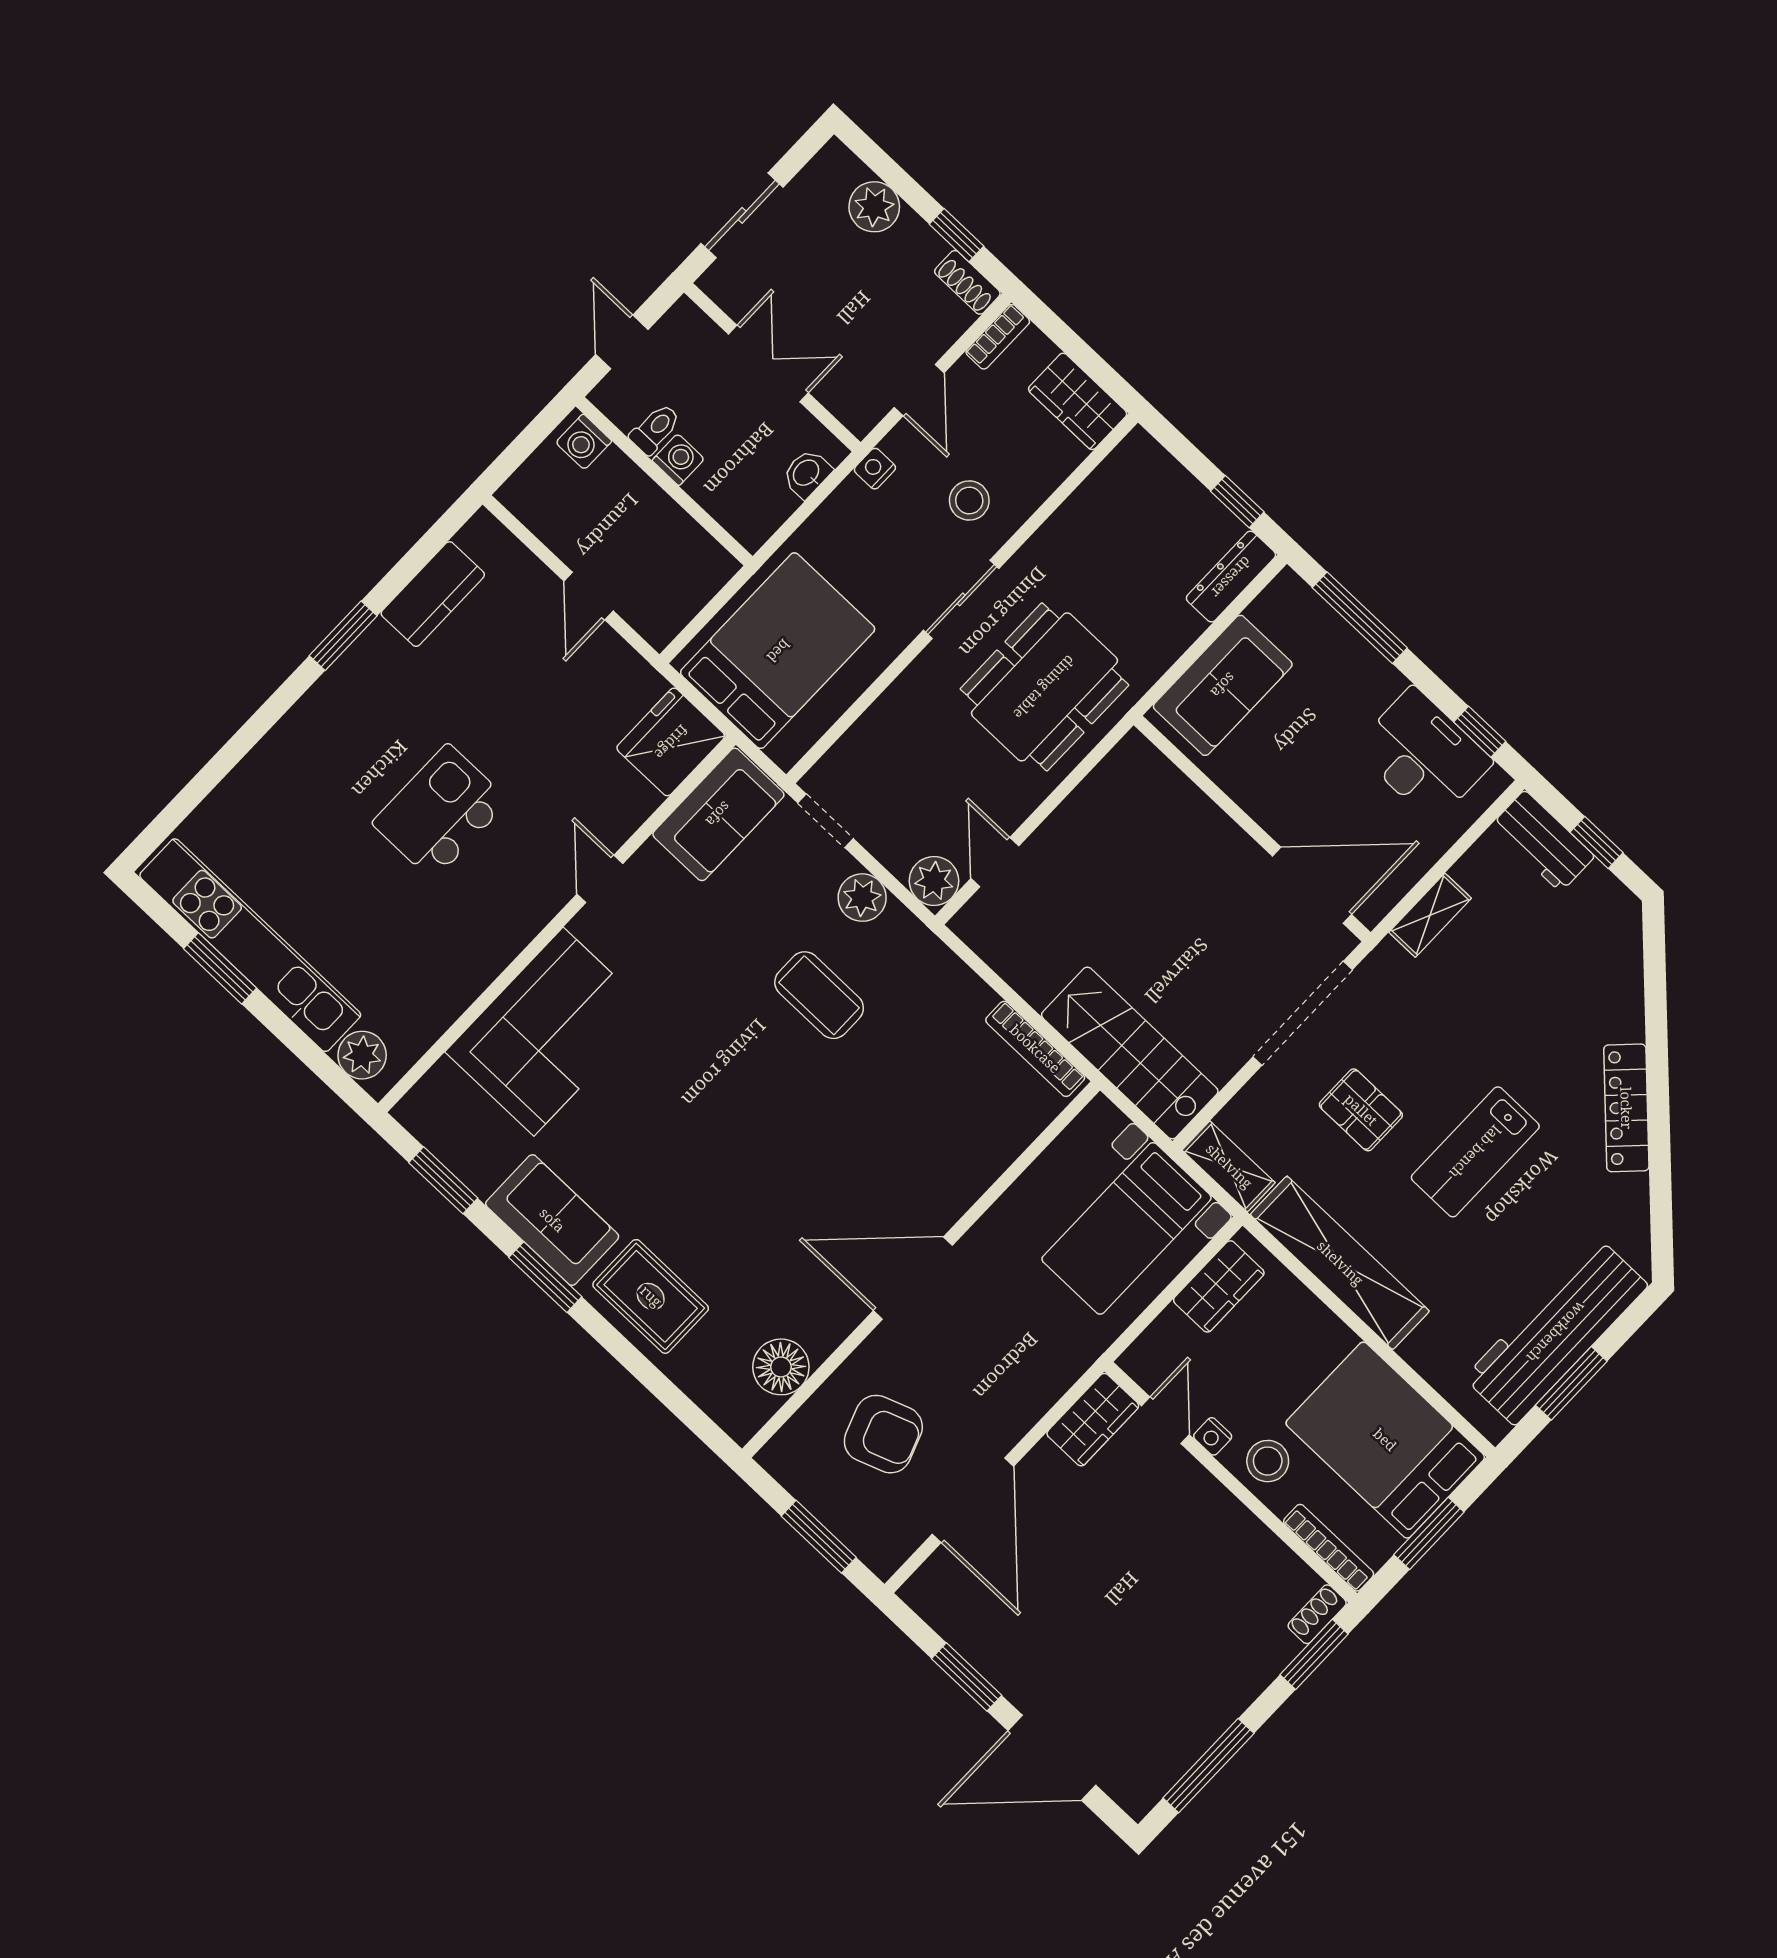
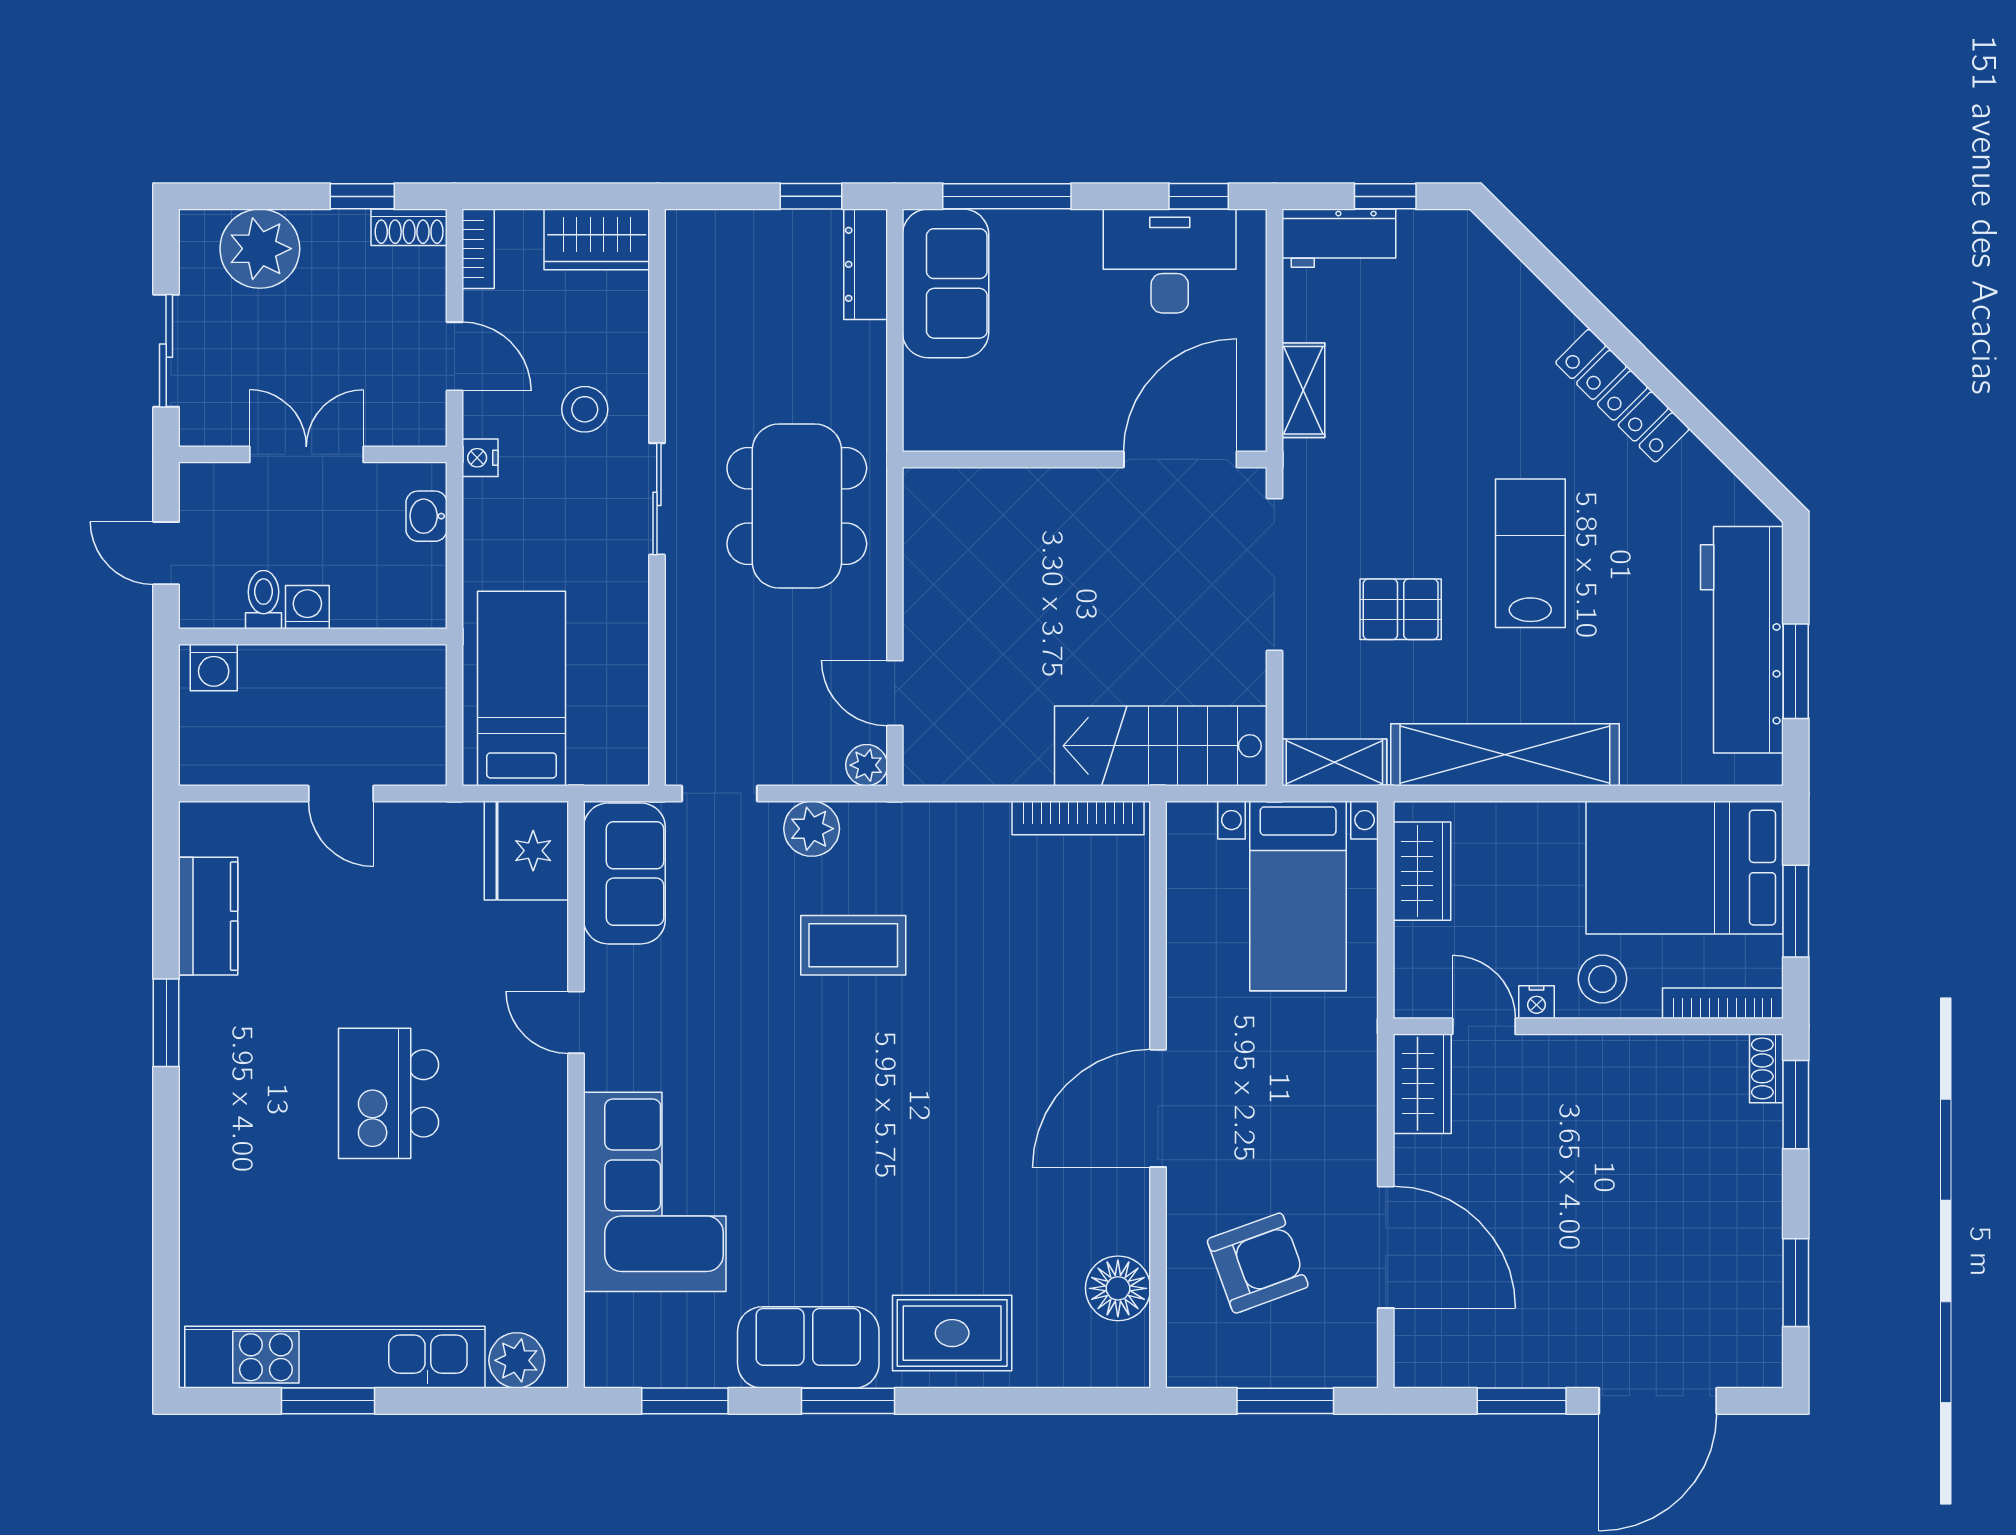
plant: (874, 207) -> (260, 249), width x1.36, depth x1.36
bed: (778, 651) -> (522, 689), width x0.67
sofa: (1223, 685) -> (946, 283), moved
plant: (934, 881) -> (867, 765), width x0.73, depth x0.73
lab bench: (1475, 1152) -> (1530, 553), turned 180
window: (1208, 1766) -> (1796, 1283), width x0.69

